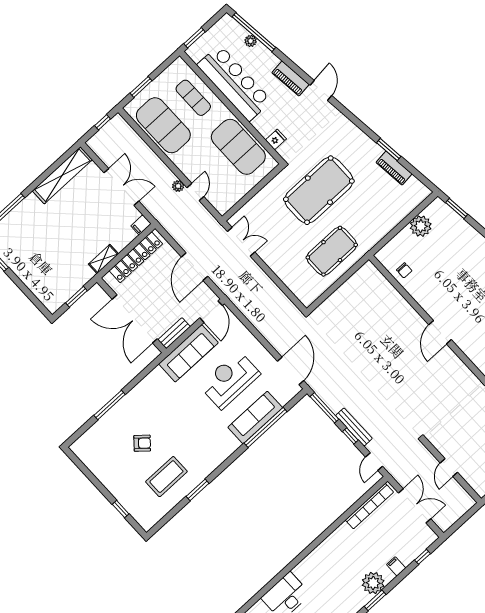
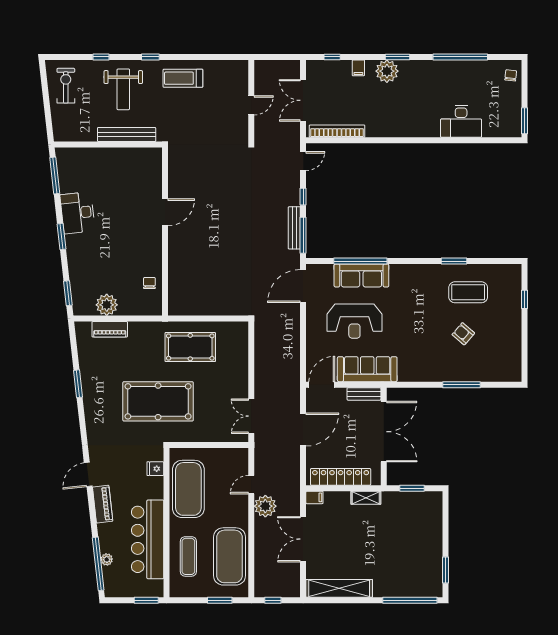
piano: (394, 168) -> (110, 329), moved, turned 96
plant: (178, 186) -> (265, 506), width x1.87, depth x1.87
bench: (354, 427) -> (294, 228), moved

